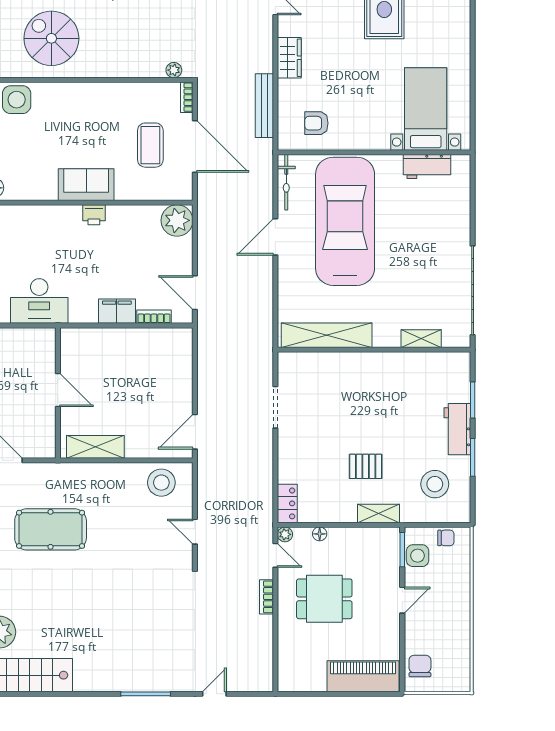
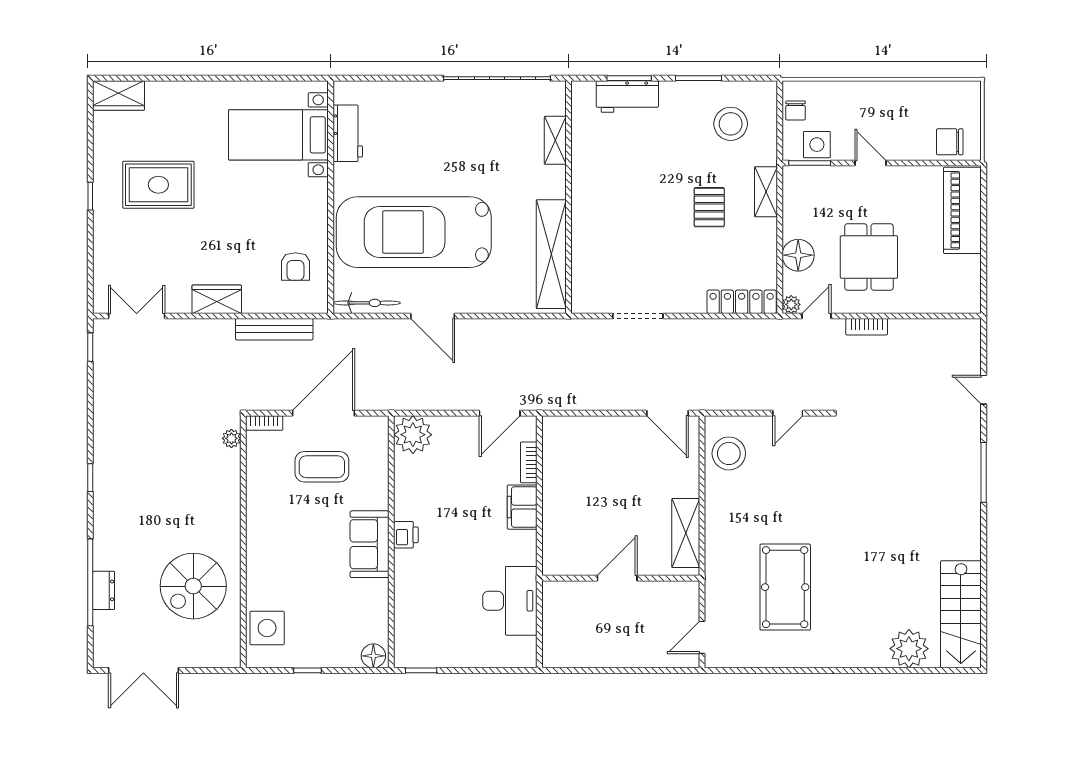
workbench: (457, 429) -> (627, 97), moved
locker: (287, 503) -> (742, 302), width x1.53
floor lamp: (320, 534) -> (798, 255), width x1.89, depth x1.89
chair: (446, 538) -> (796, 110), turned 180

